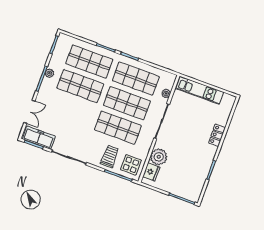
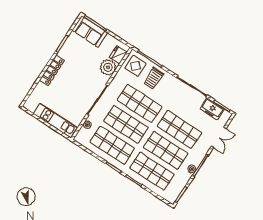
shop shelf: (71, 111) -> (179, 129), added
double door: (29, 112) -> (219, 137), swing flipped
locker: (217, 135) -> (52, 70), width x1.53
freezer: (39, 138) -> (212, 109), width x0.71
sofa: (186, 189) -> (90, 32), added

